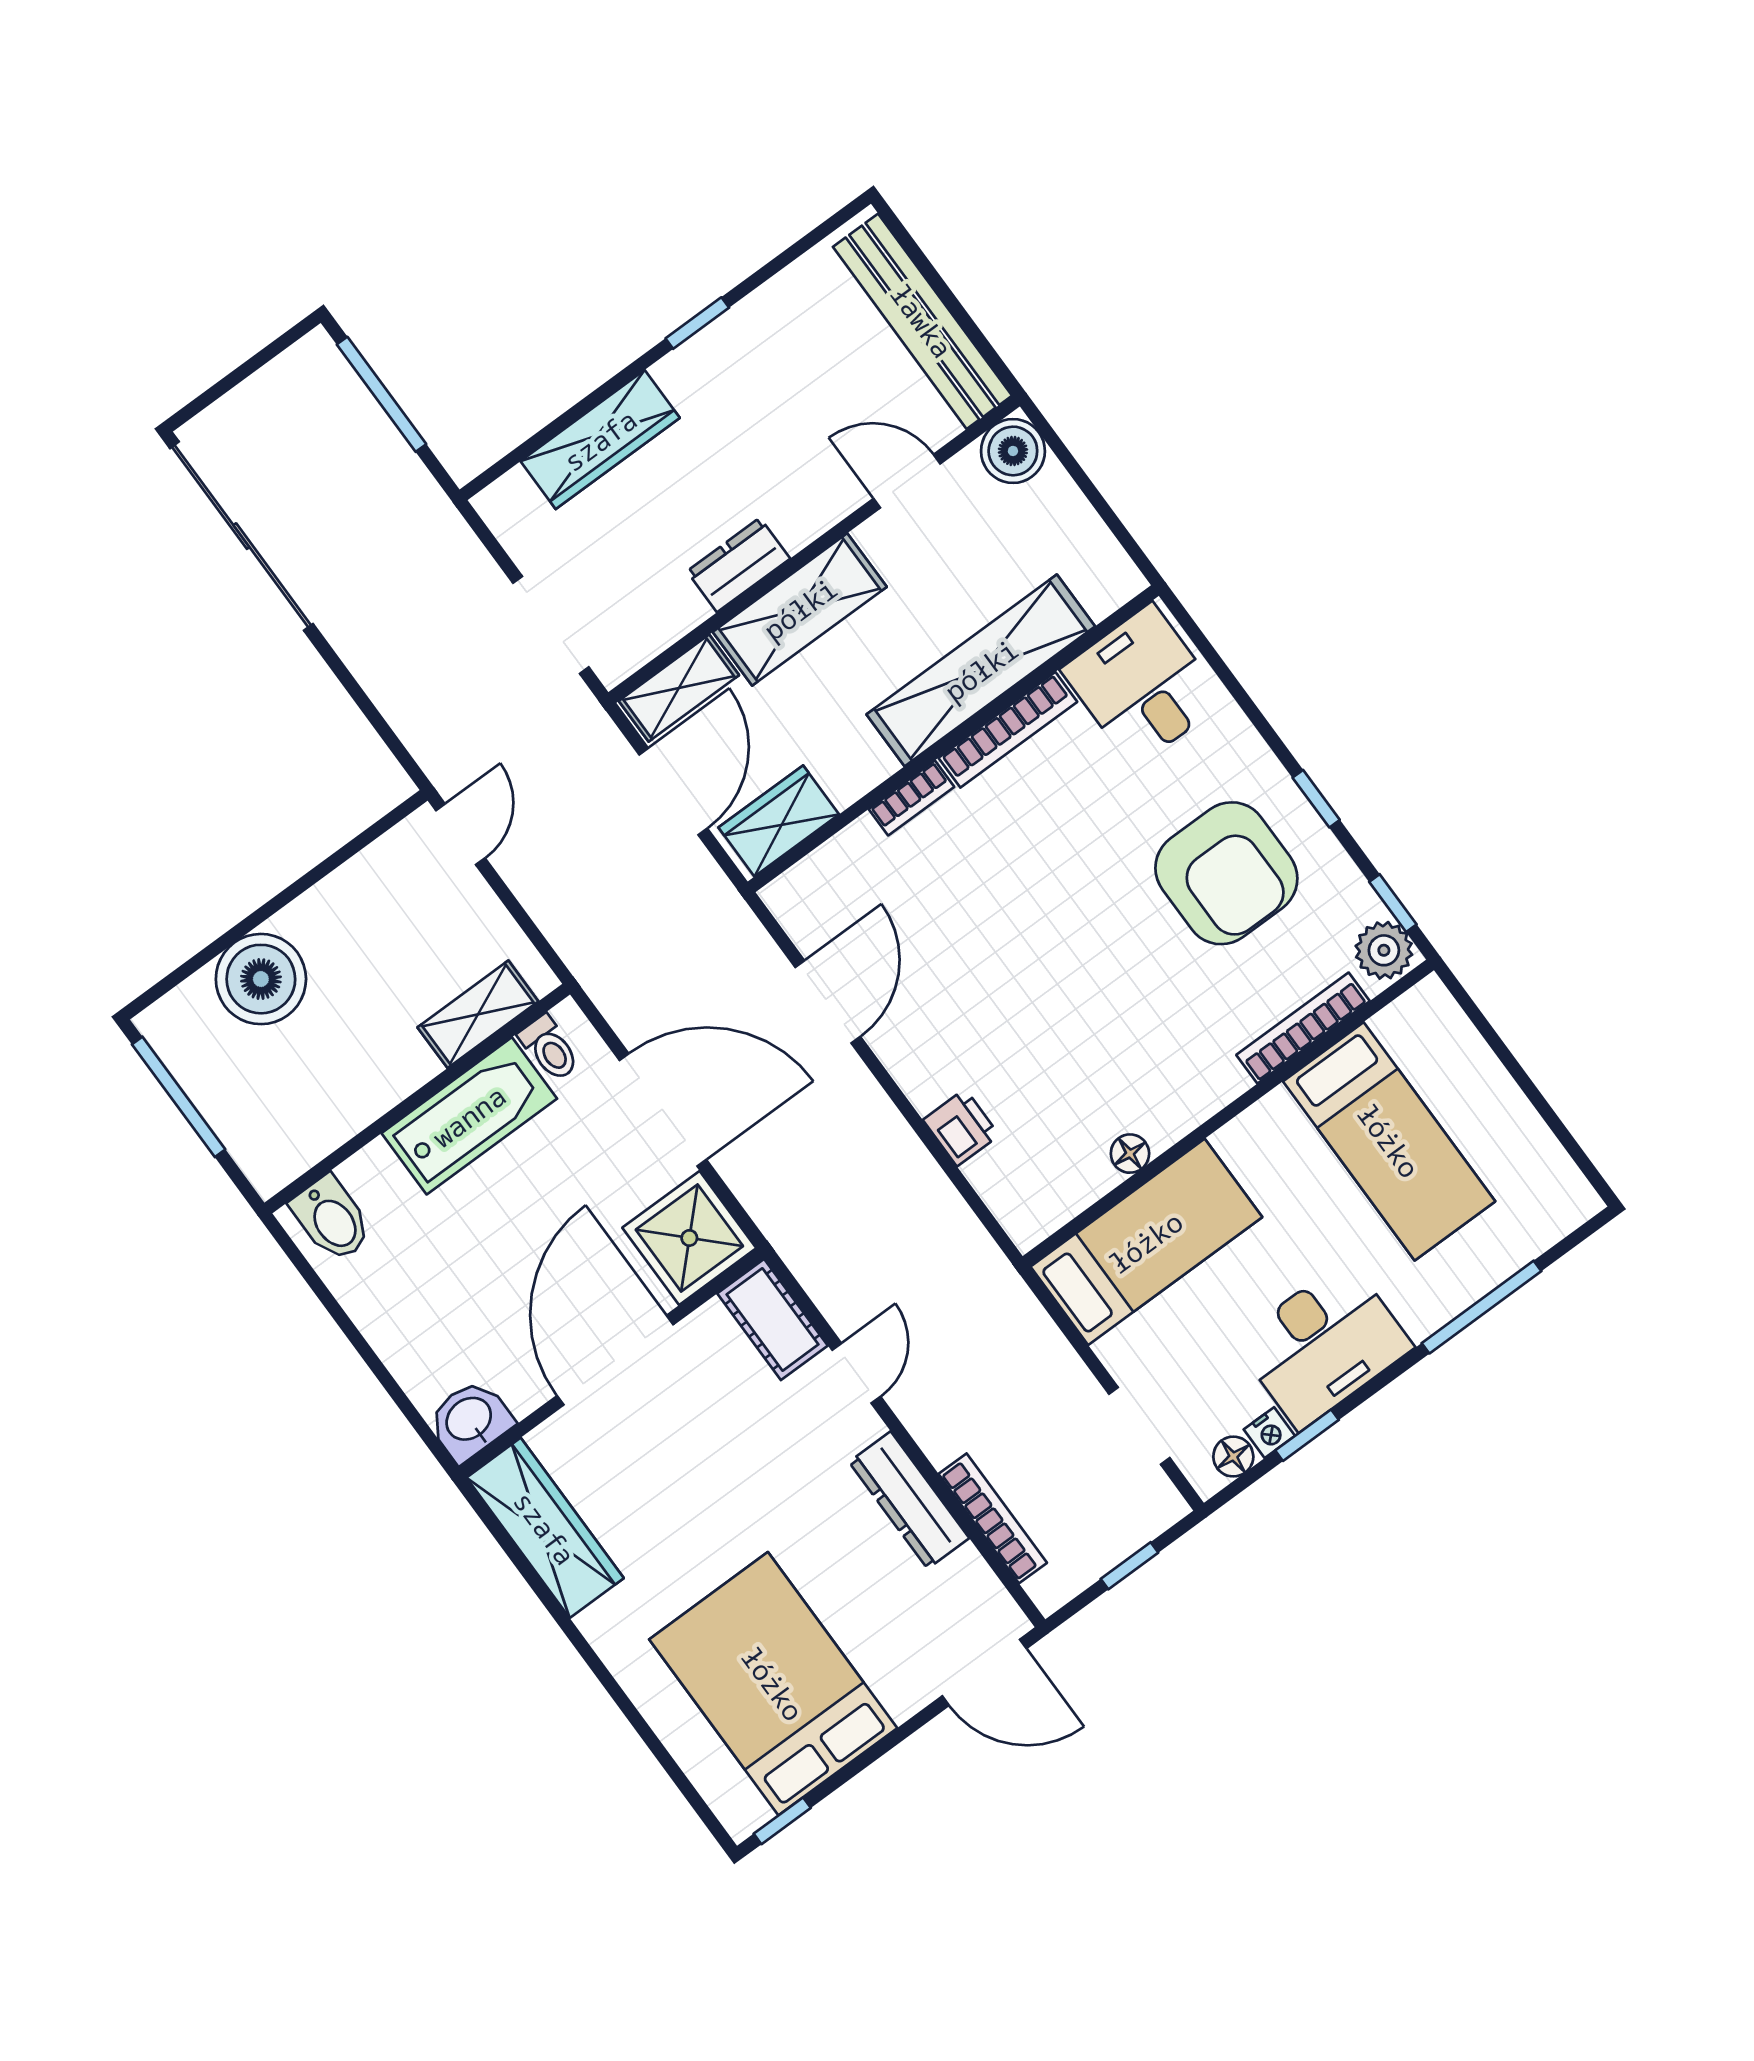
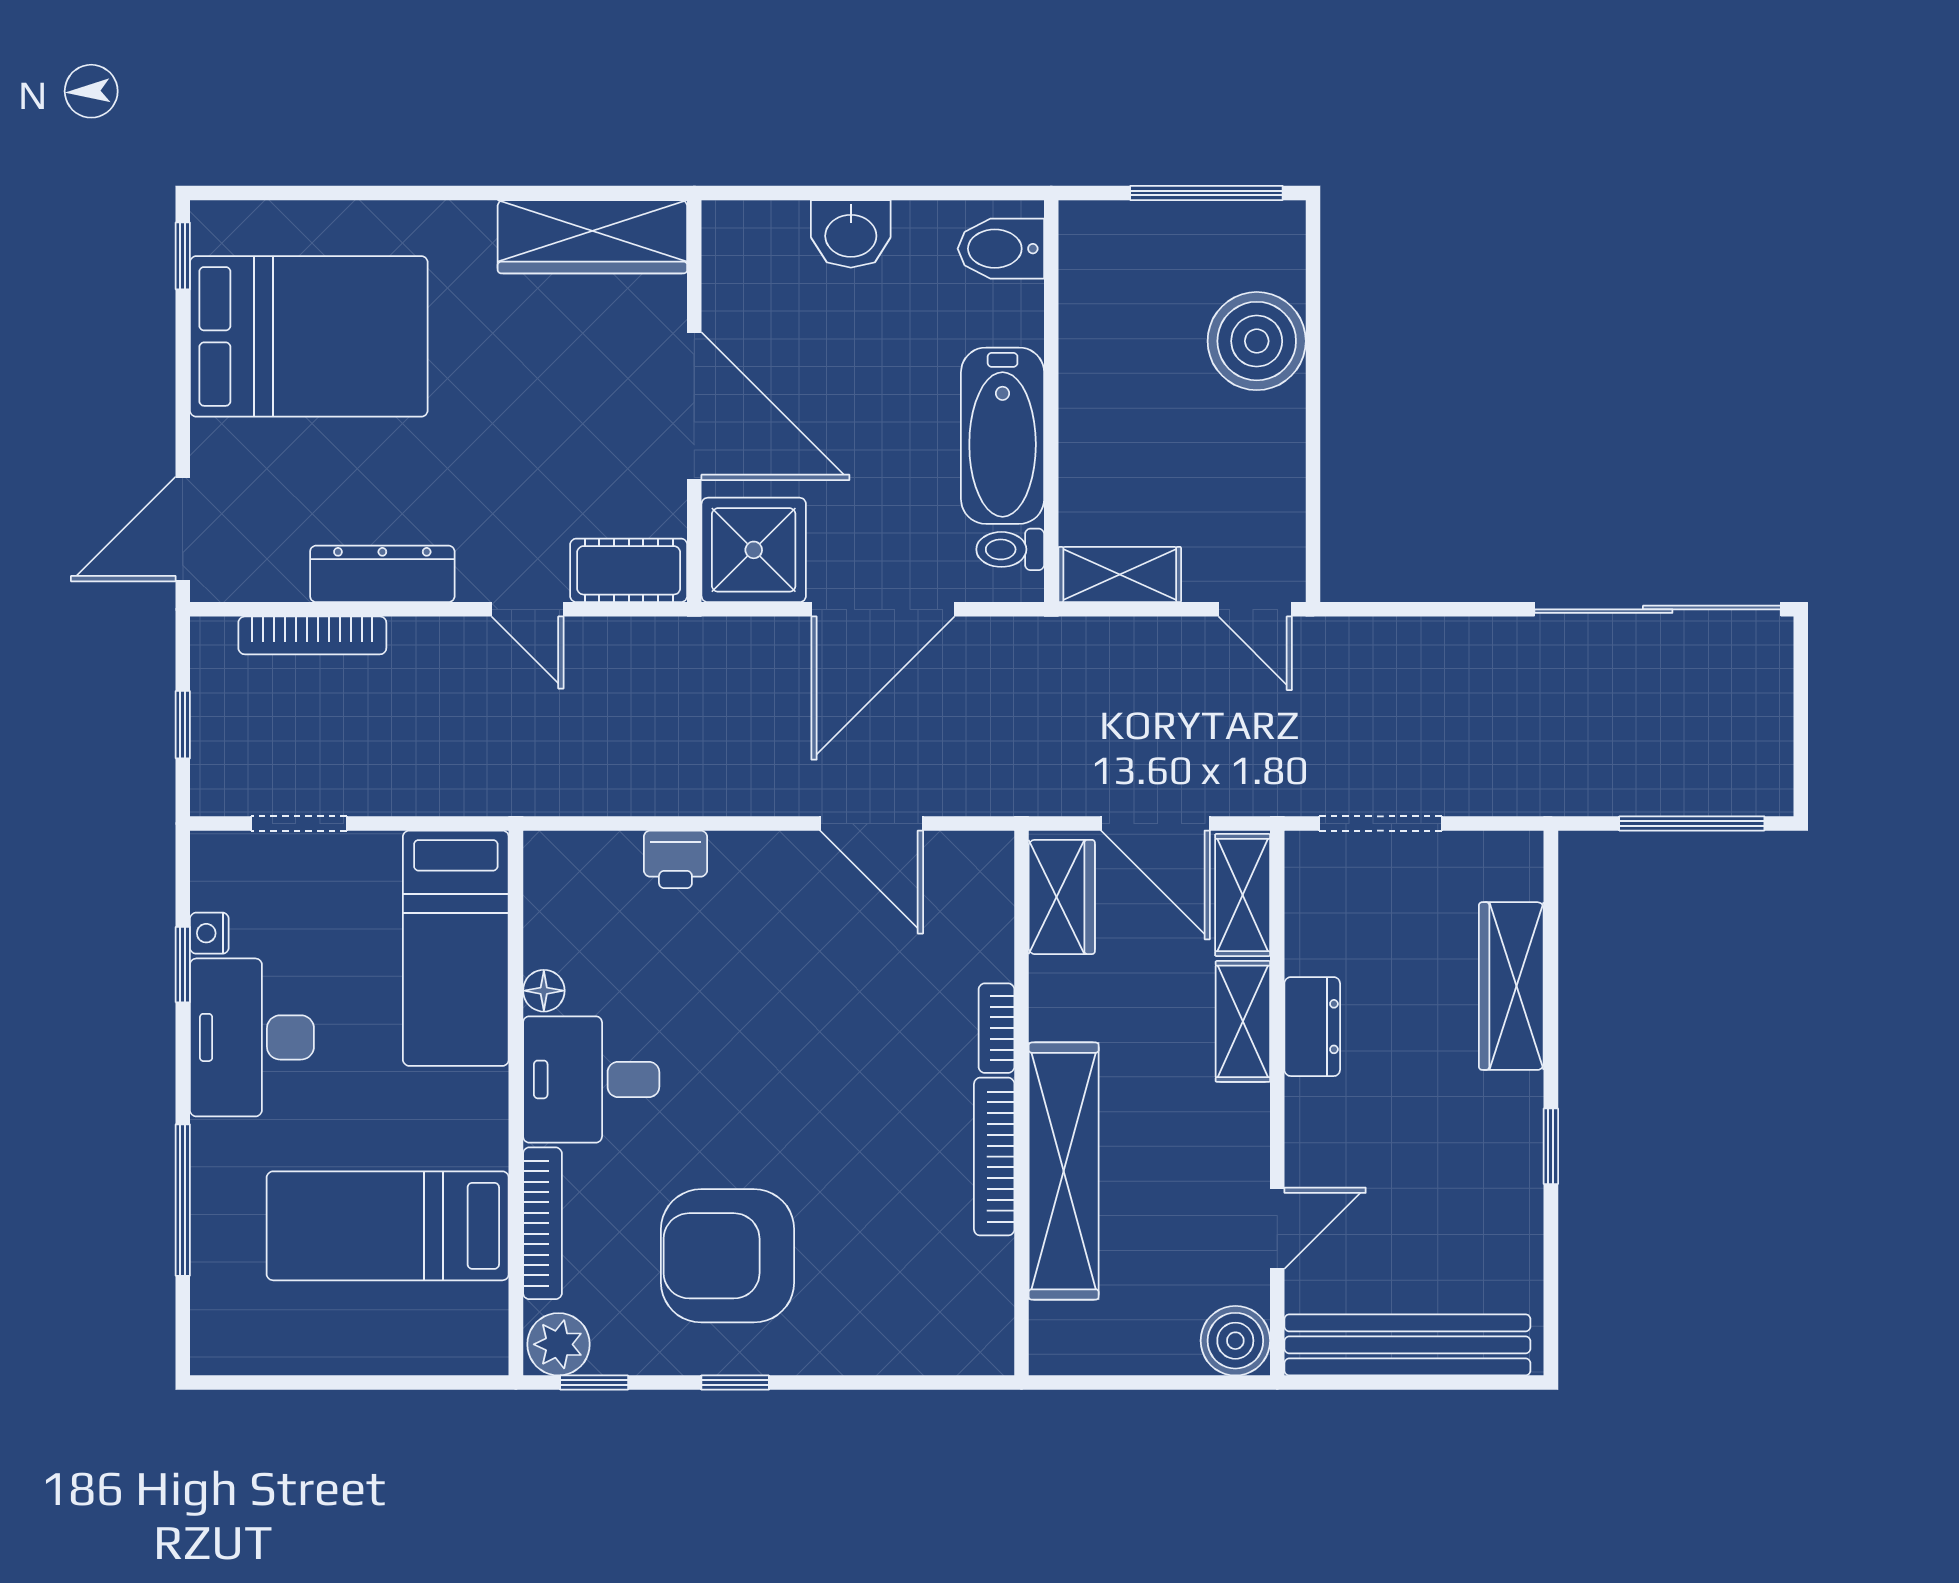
shelving: (800, 609) -> (1243, 1021), width x0.67, depth x0.75
desk: (1143, 685) -> (591, 1079), moved, turned 180
shelving: (478, 1014) -> (1120, 575), moved, turned 90
washbasin: (470, 1420) -> (851, 234), moved, turned 90
floor lamp: (1233, 1457) -> (212, 886), removed

